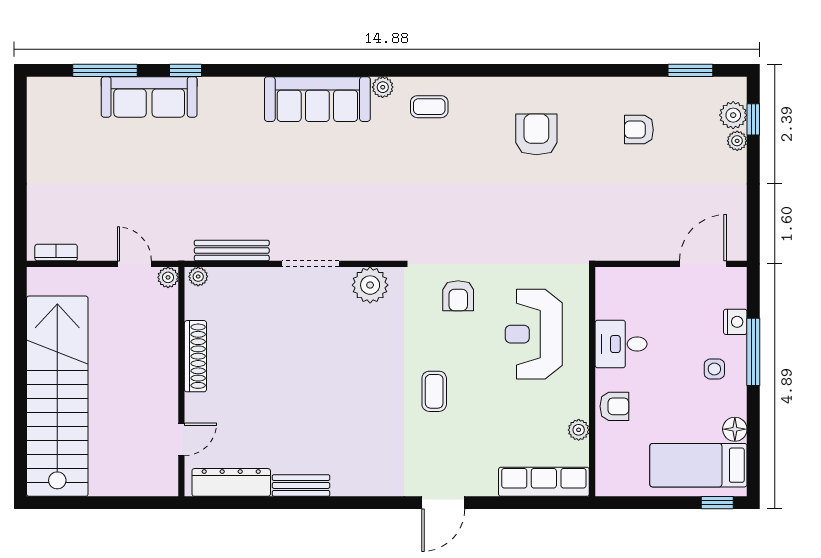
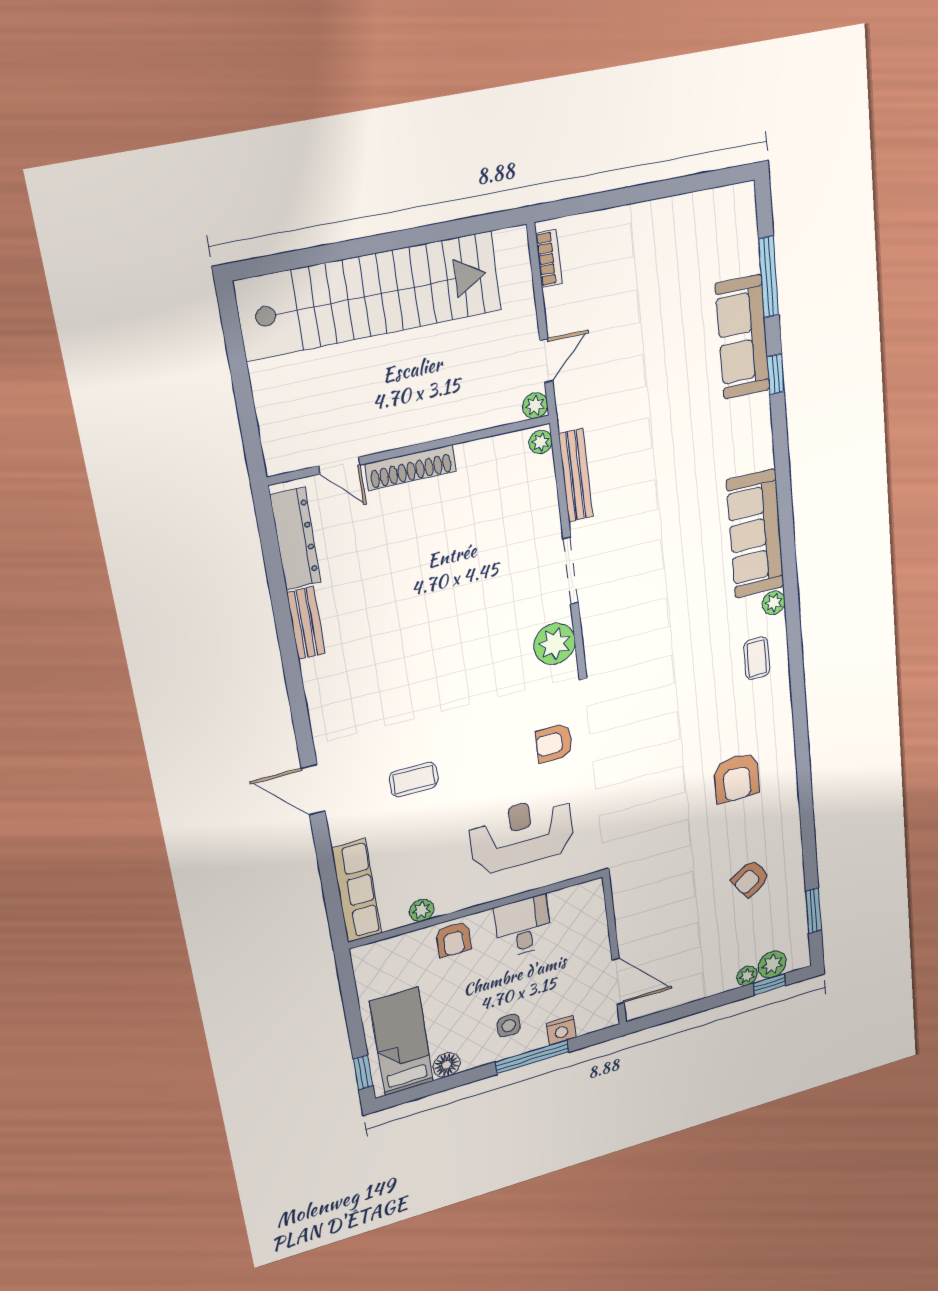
armchair: (639, 130) -> (750, 879), turned -124
armchair: (536, 134) -> (737, 778), turned 90
shoe rack: (195, 356) -> (411, 468), moved
coffee table: (434, 391) -> (414, 779), moved

